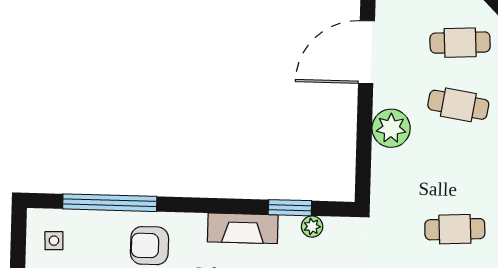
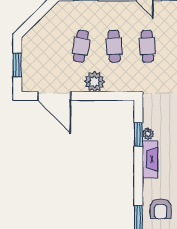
cafe table: (460, 43) -> (114, 46), moved
plant: (312, 227) -> (148, 134), moved

